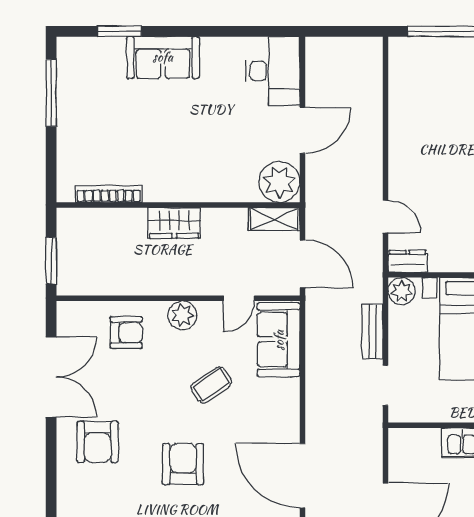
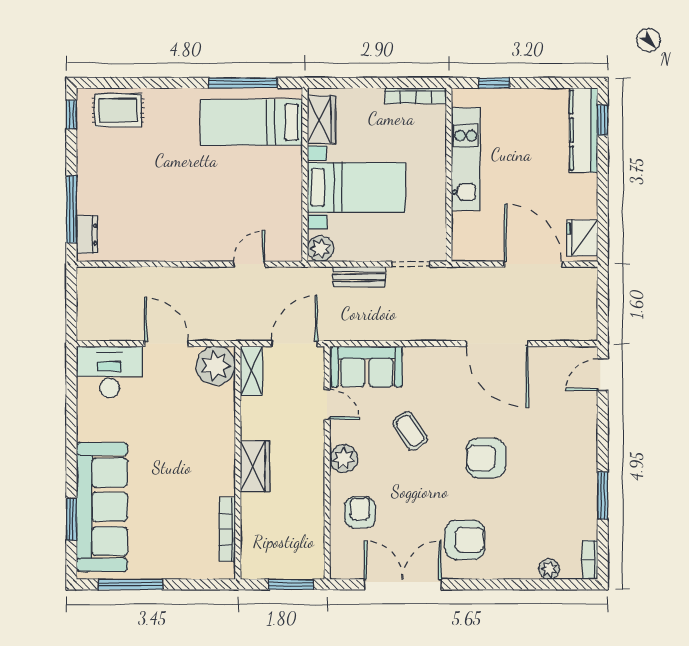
sofa: (163, 57) -> (102, 507), width x1.85, depth x1.27
dresser: (408, 261) -> (87, 235), moved, turned 180
door: (303, 476) -> (497, 344), hinge flipped

